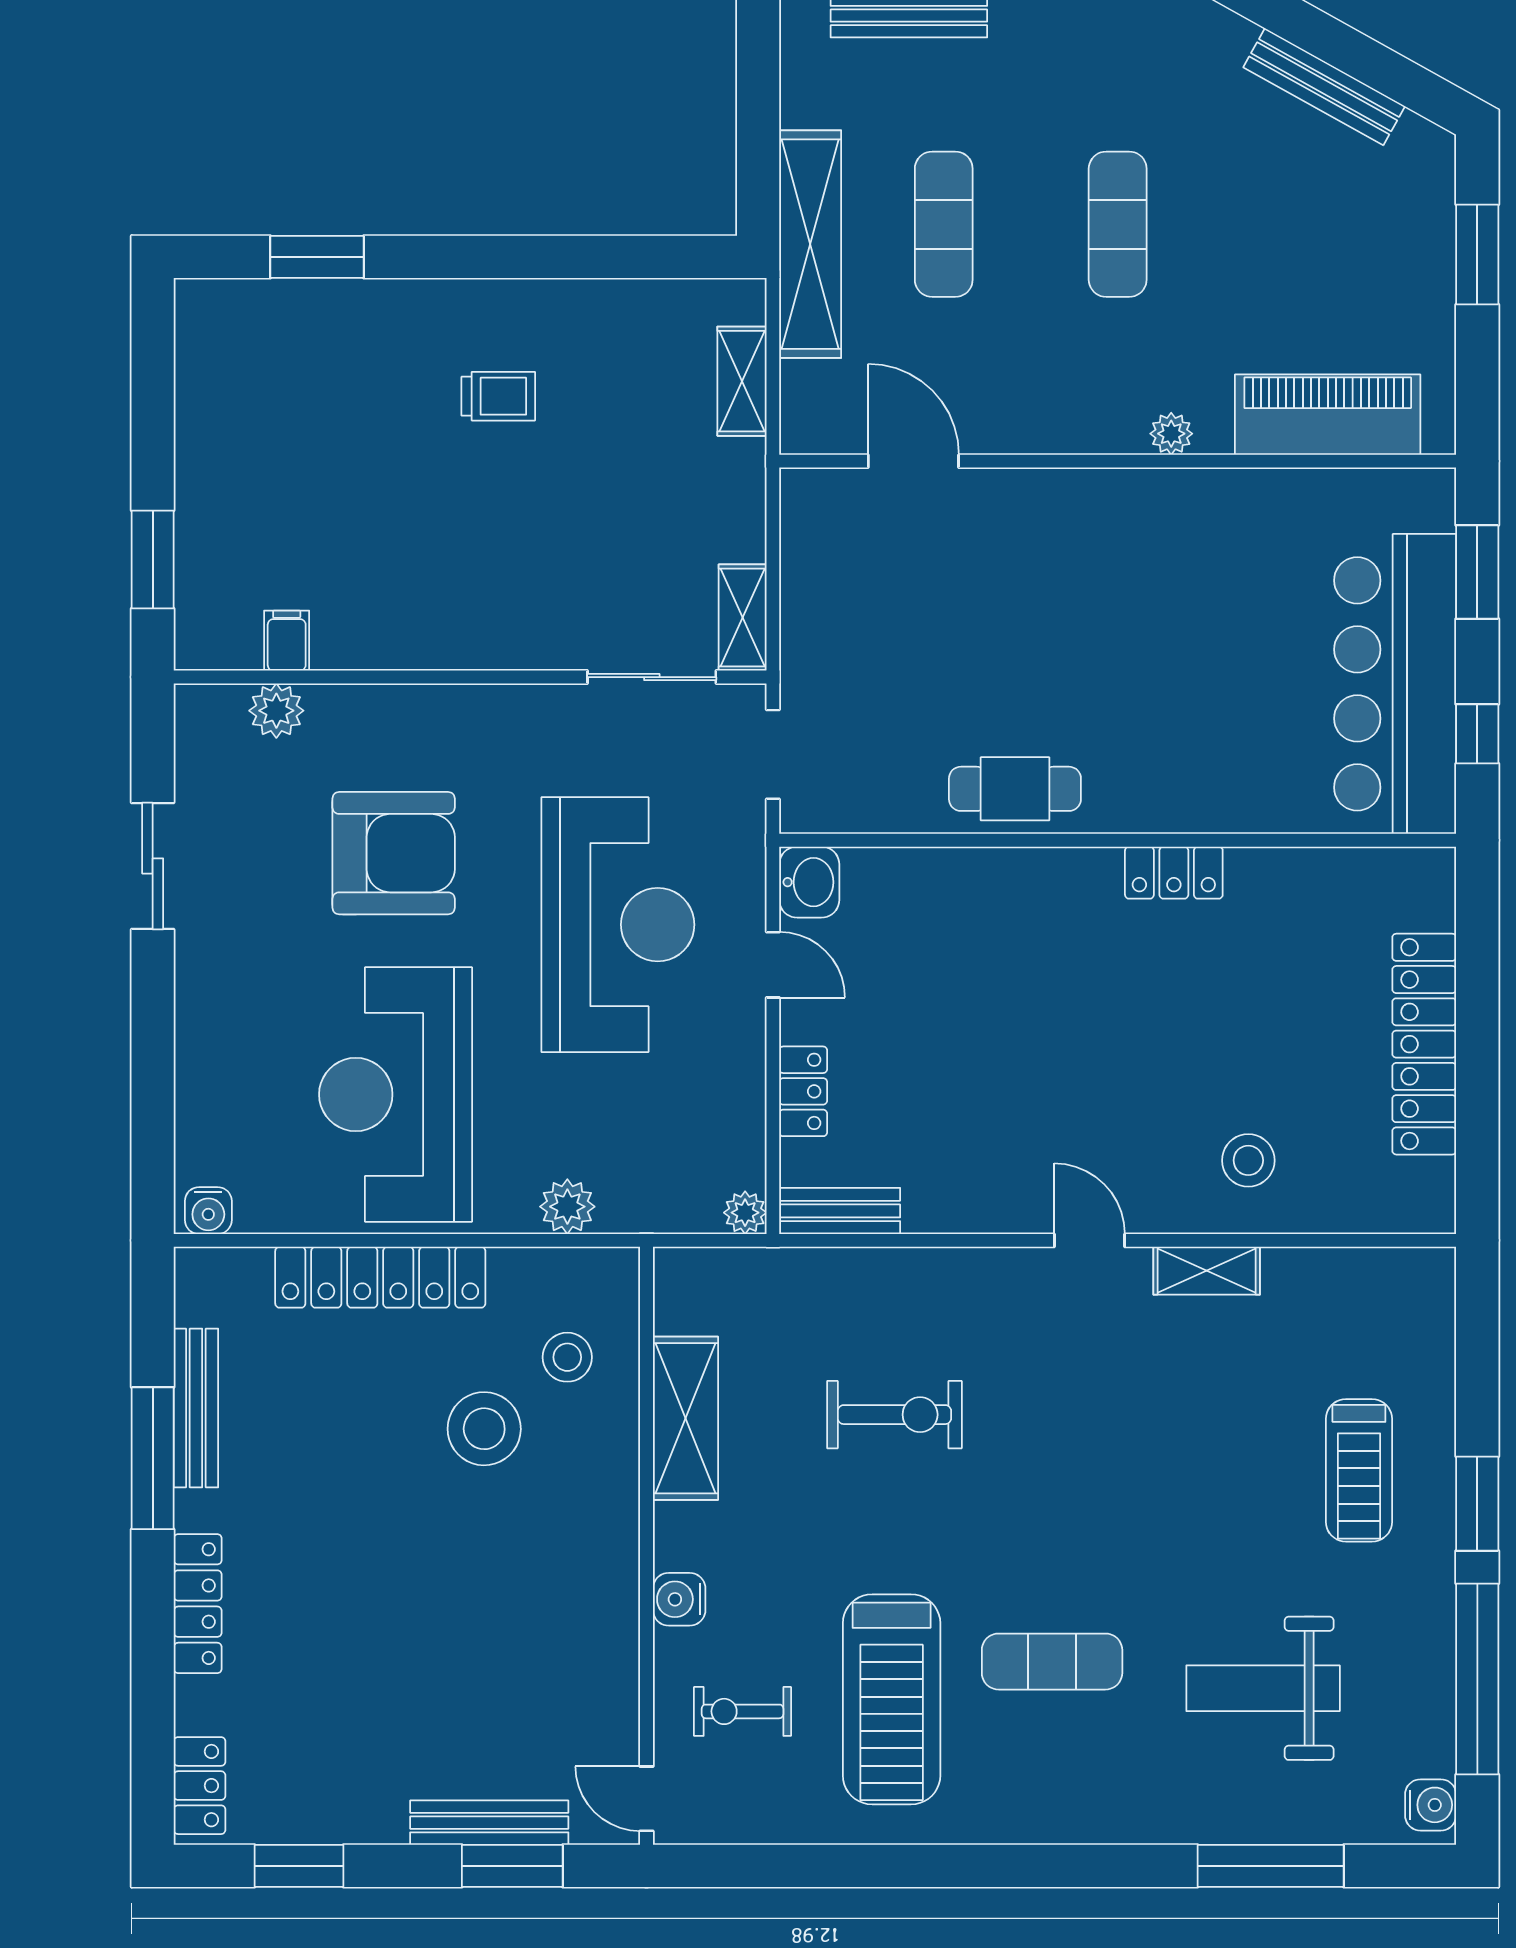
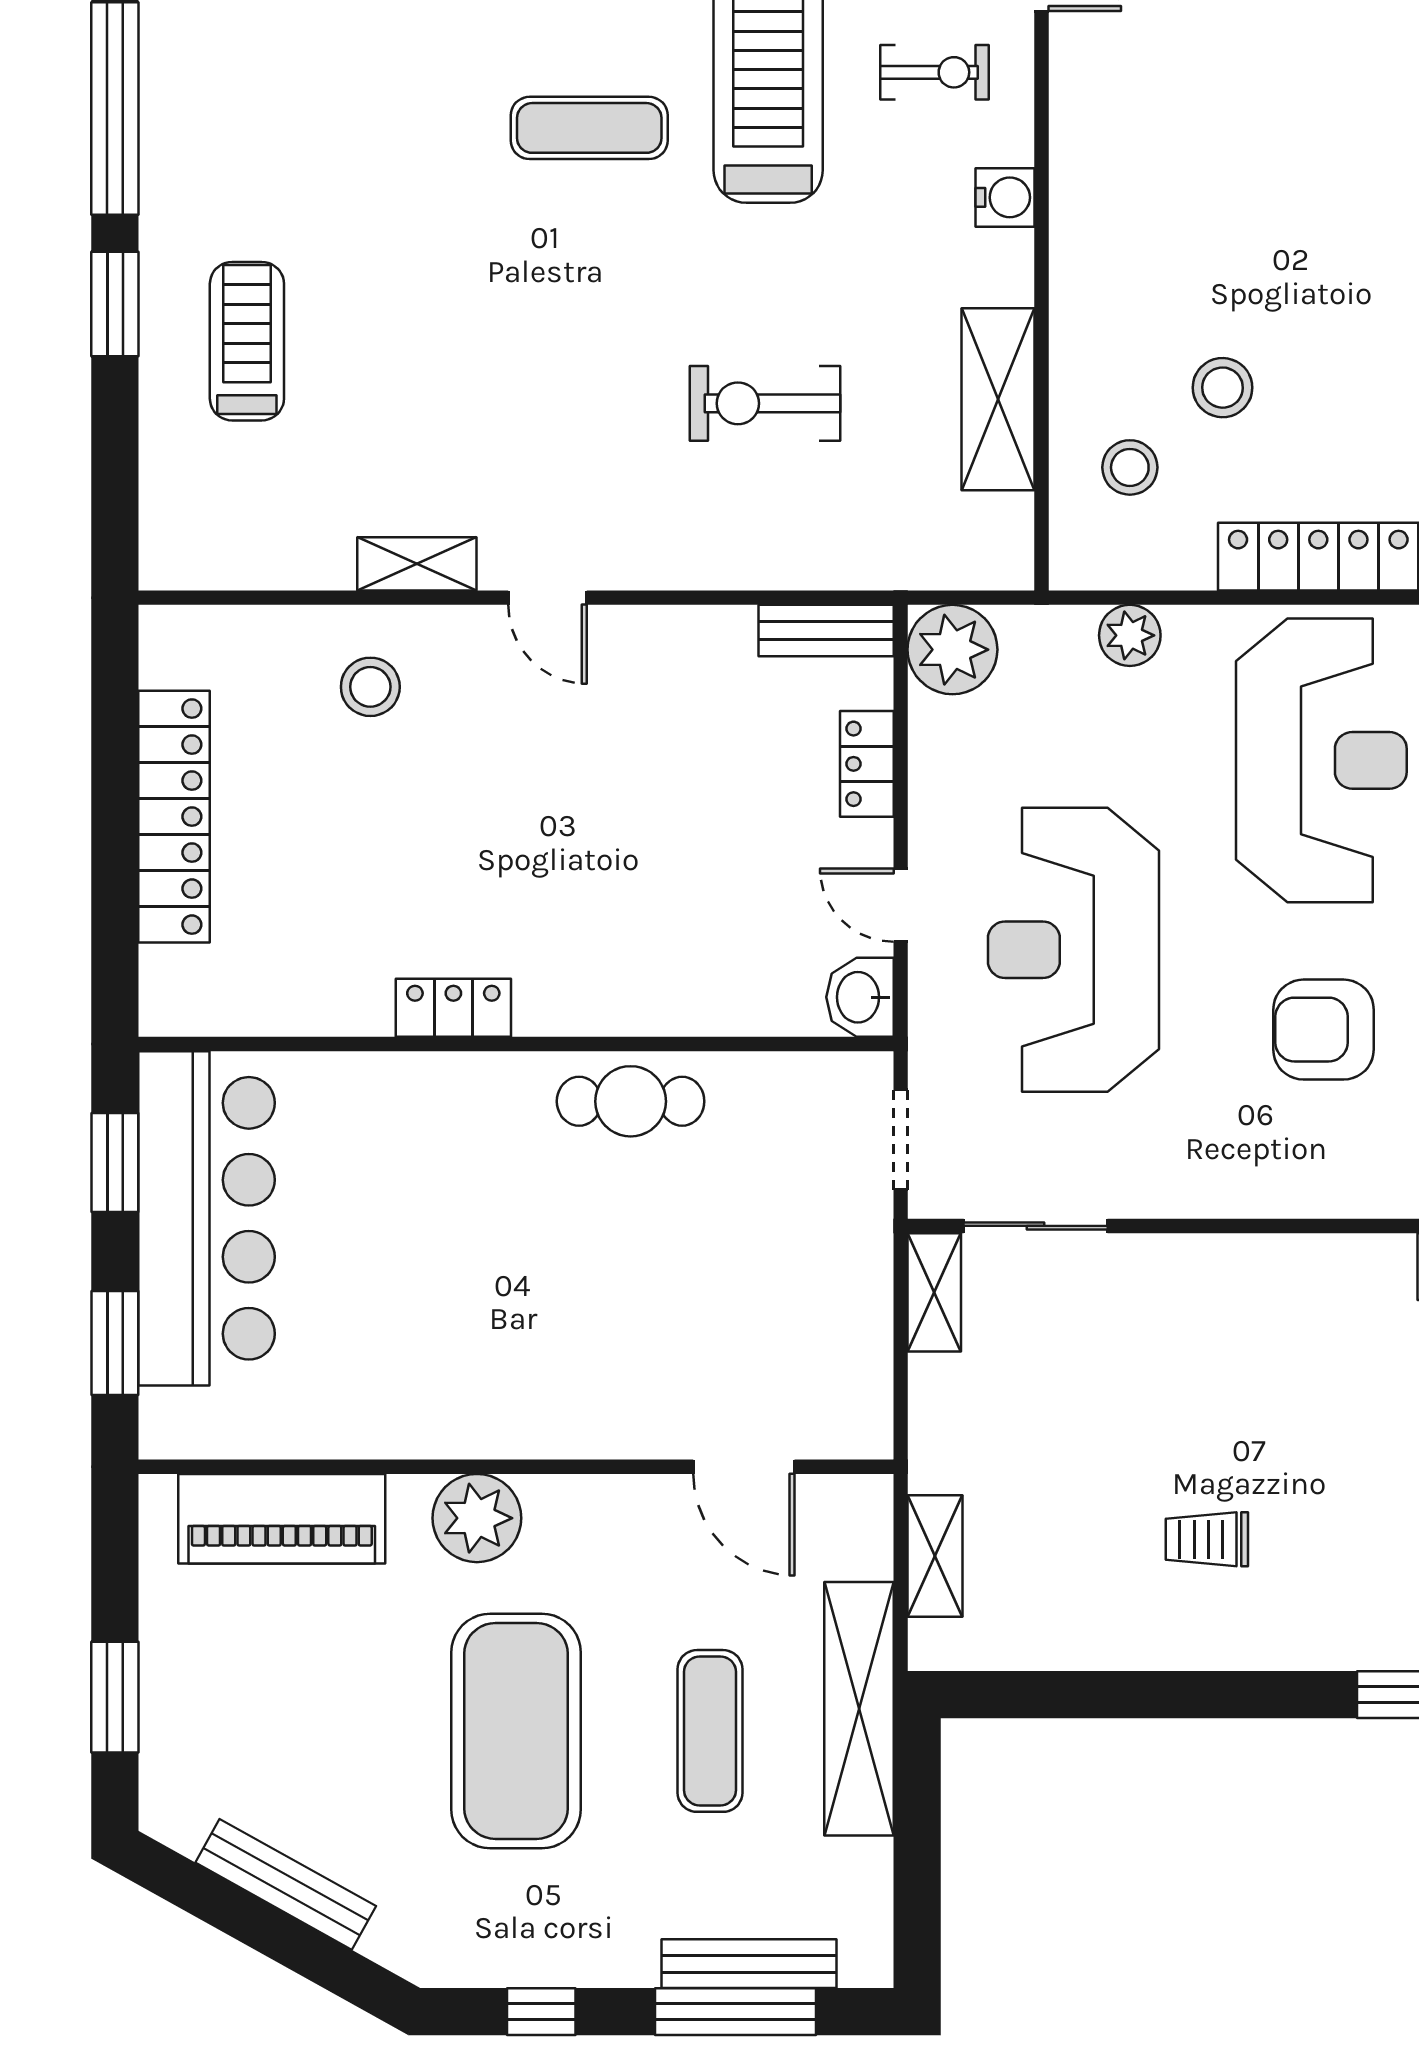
exercise mat: (1118, 224) -> (516, 1731), width x2.00, depth x1.45
plant: (1171, 434) -> (477, 1518), width x1.88, depth x1.88
window: (1477, 734) -> (115, 1162), width x1.50
armchair: (394, 853) -> (1324, 1030), width x0.73, depth x0.73
plant: (745, 1213) -> (952, 650), width x1.87, depth x1.87
stool: (484, 1429) -> (1222, 388), width x0.73, depth x0.73
weight bench: (1263, 1688) -> (354, 98), removed

